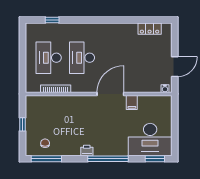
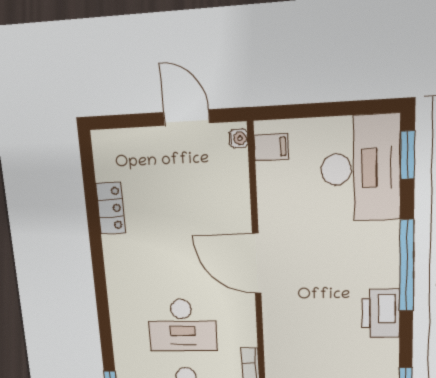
locker: (150, 29) -> (110, 208), moved
filing cabinet: (132, 102) -> (271, 147), moved
printer: (87, 150) -> (381, 313), width x1.87, depth x1.48

